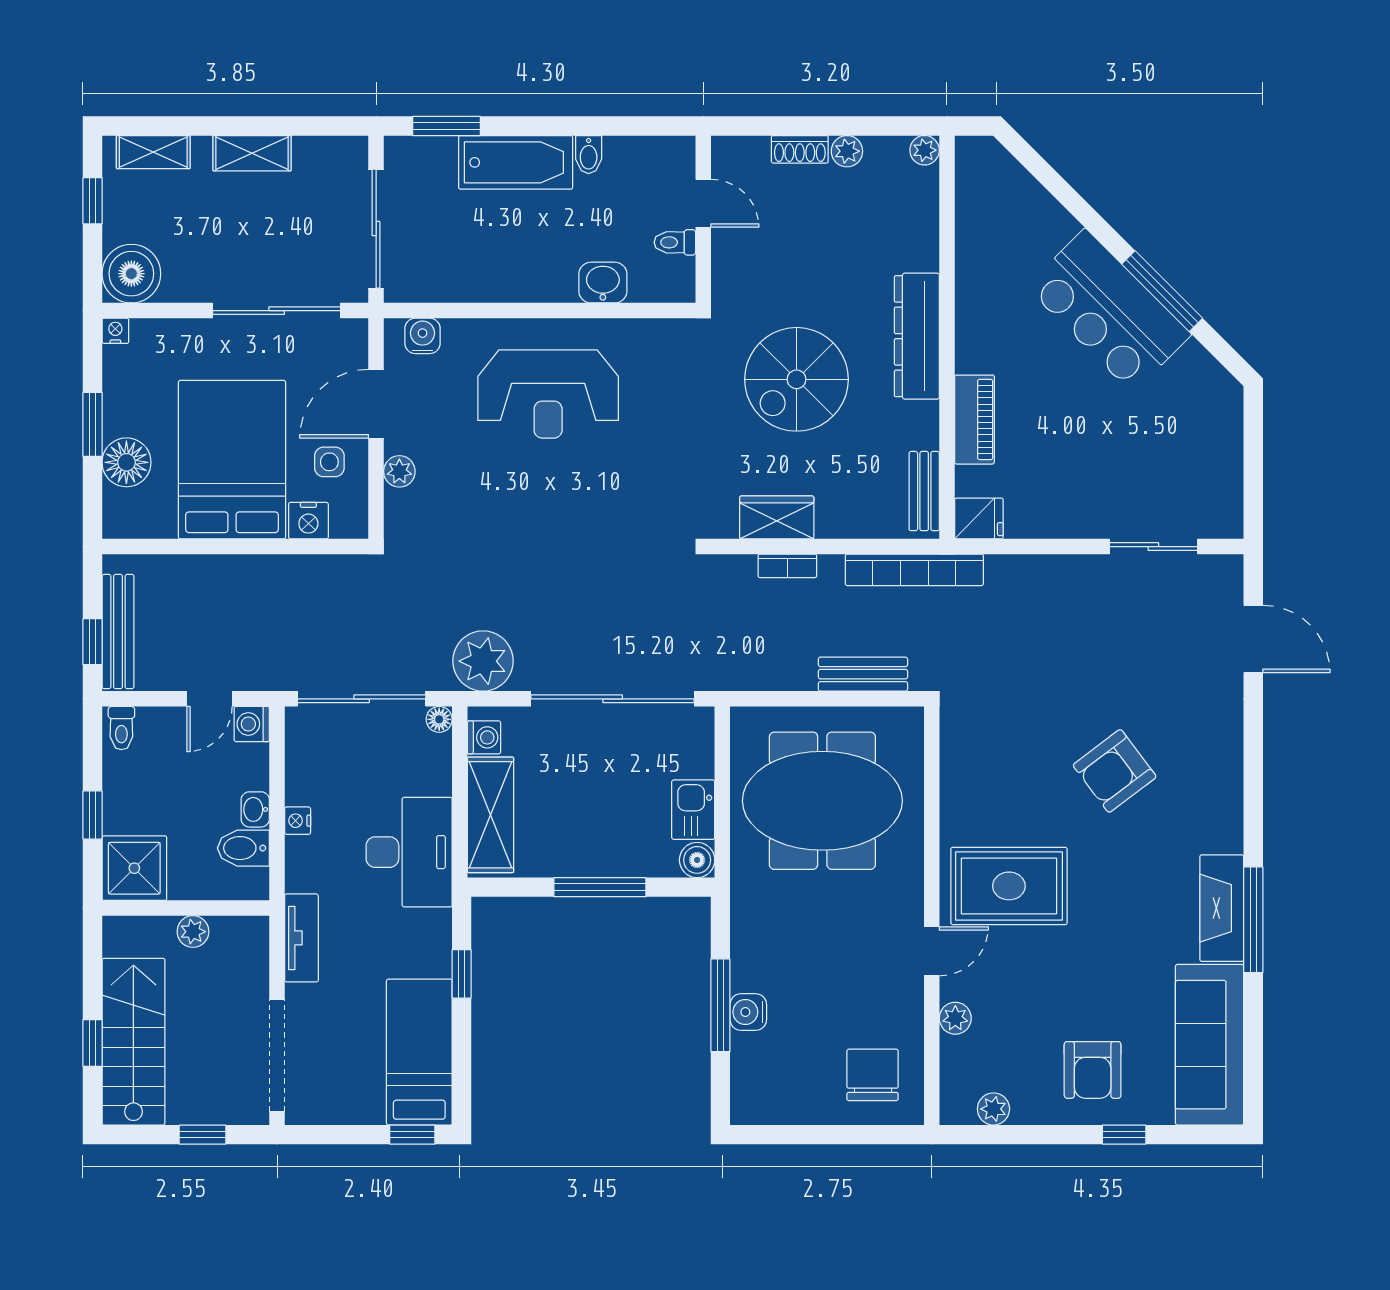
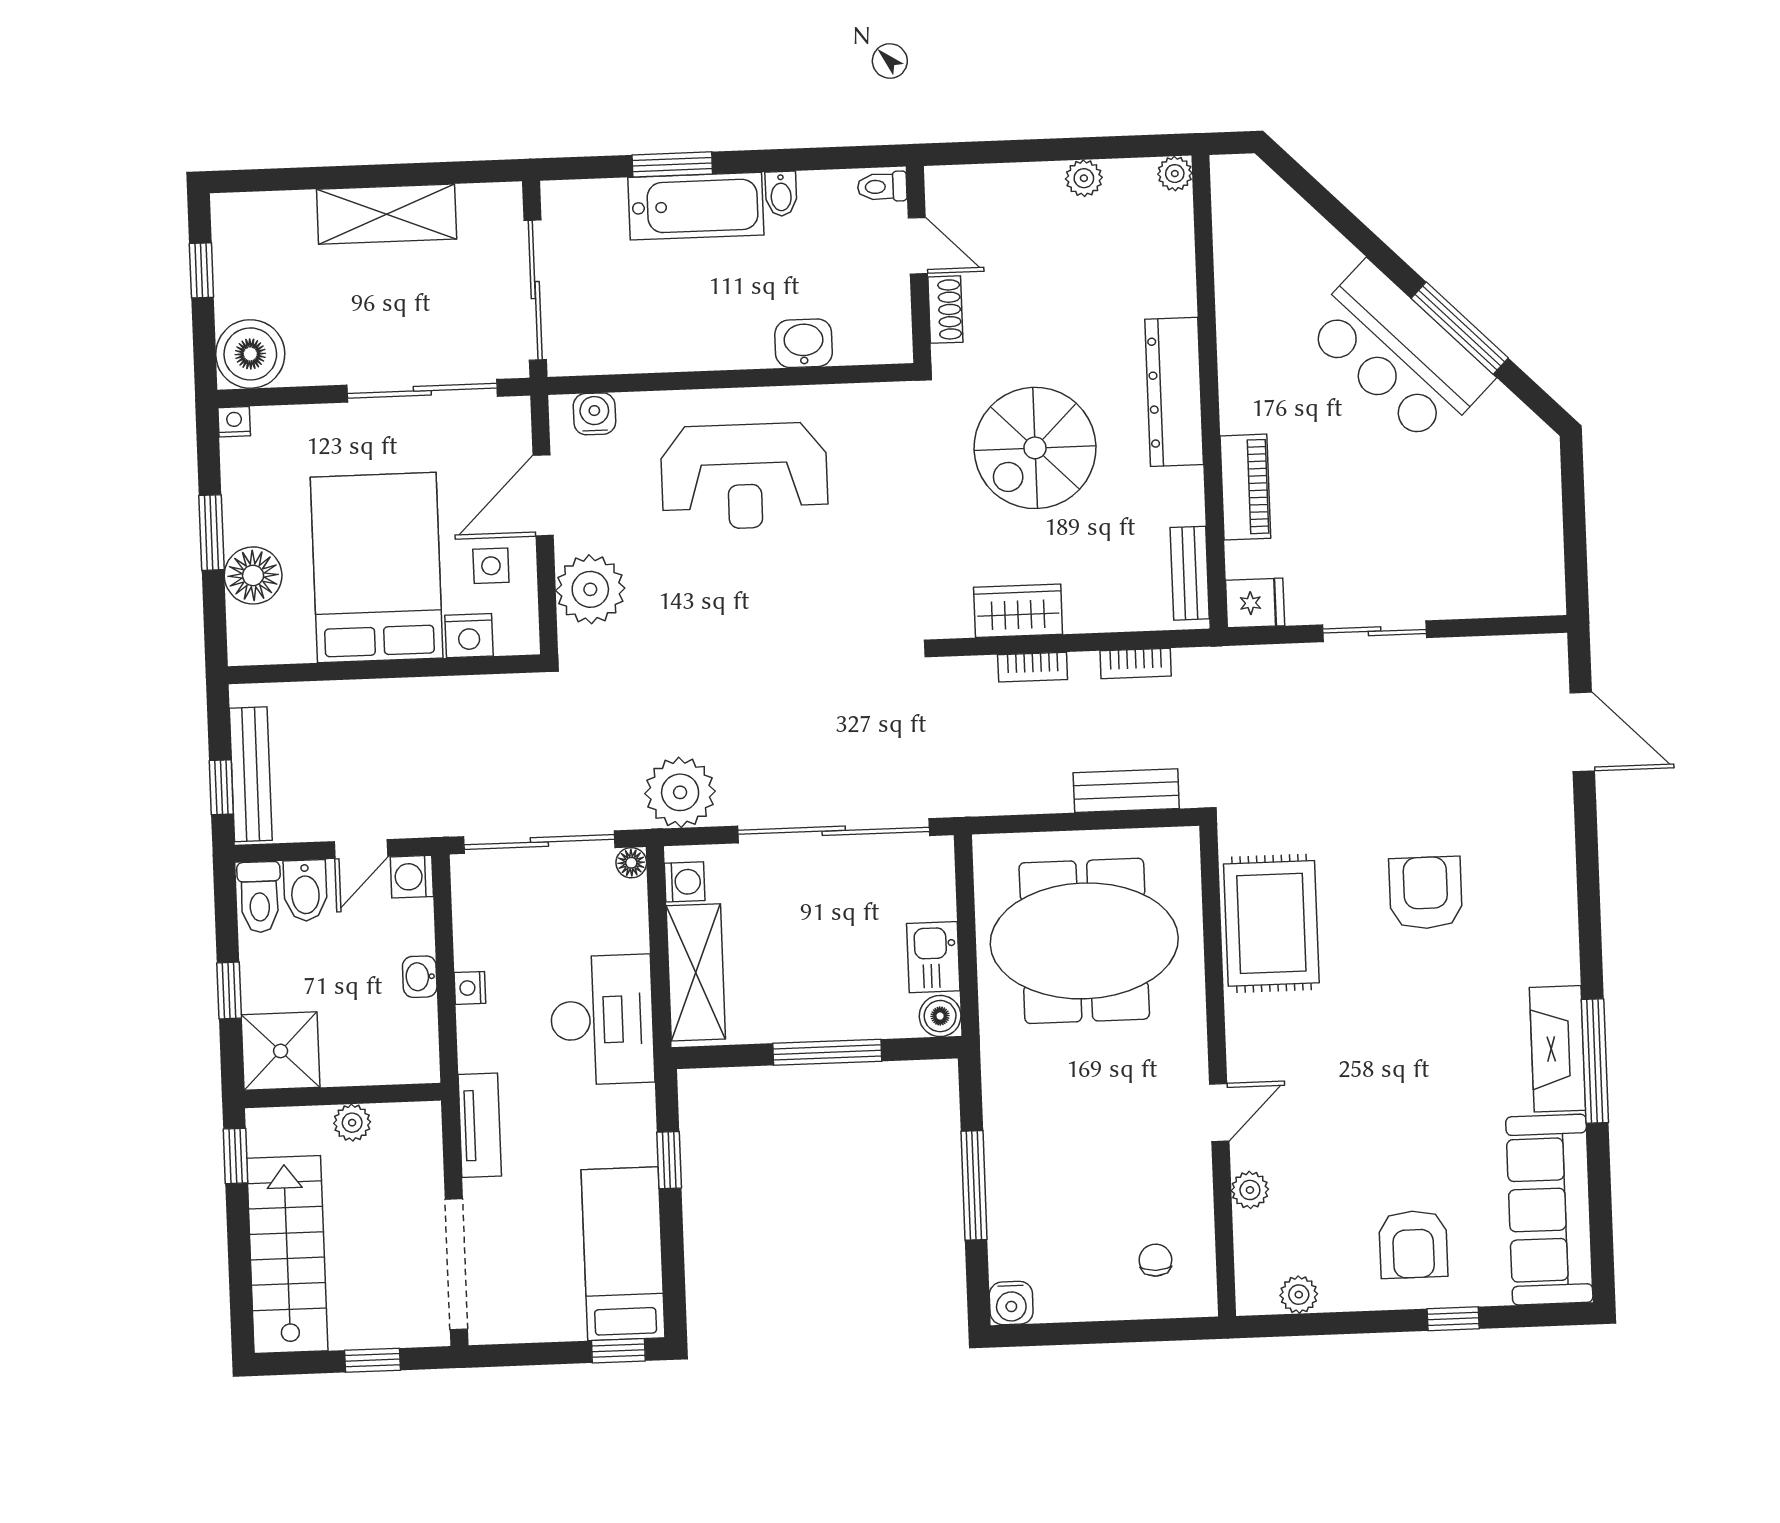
window: (446, 126) -> (672, 164), moved
shoe rack: (800, 149) -> (945, 310), moved, turned -90
shelving: (153, 152) -> (271, 210), removed
shelving: (252, 153) -> (387, 214), width x1.50, depth x1.33
toilet: (675, 242) -> (882, 187), moved
plant: (399, 471) -> (590, 589), width x1.87, depth x1.87
sliding door: (1153, 547) -> (1375, 631), moved
bookcase: (914, 570) -> (1136, 663), width x0.43, depth x0.76
toilet: (121, 728) -> (259, 897), width x1.37, depth x1.39
armchair: (1115, 771) -> (1426, 893), turned 127
bidet: (243, 848) -> (305, 891), moved, turned -90
rug: (1009, 886) -> (1271, 923), moved, turned 90
water cooler: (748, 1012) -> (1011, 1303), moved, turned -90
window: (93, 1043) -> (235, 1156), moved
chair: (873, 1075) -> (1155, 1260), width x0.54, depth x0.54

